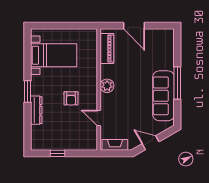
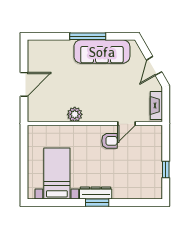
piano: (107, 48) -> (49, 114), removed
plant: (107, 86) -> (75, 114), moved
armchair: (71, 98) -> (109, 141), moved
dresser: (36, 110) -> (96, 193), moved

